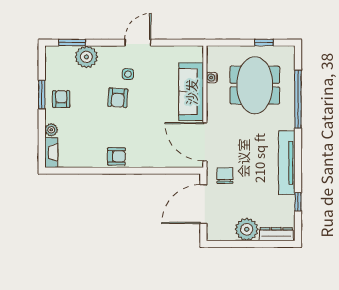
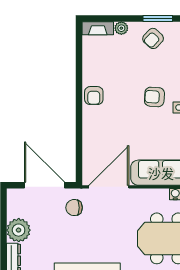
armchair: (61, 99) -> (153, 38), turned 133
chair: (225, 176) -> (74, 208), turned 180

